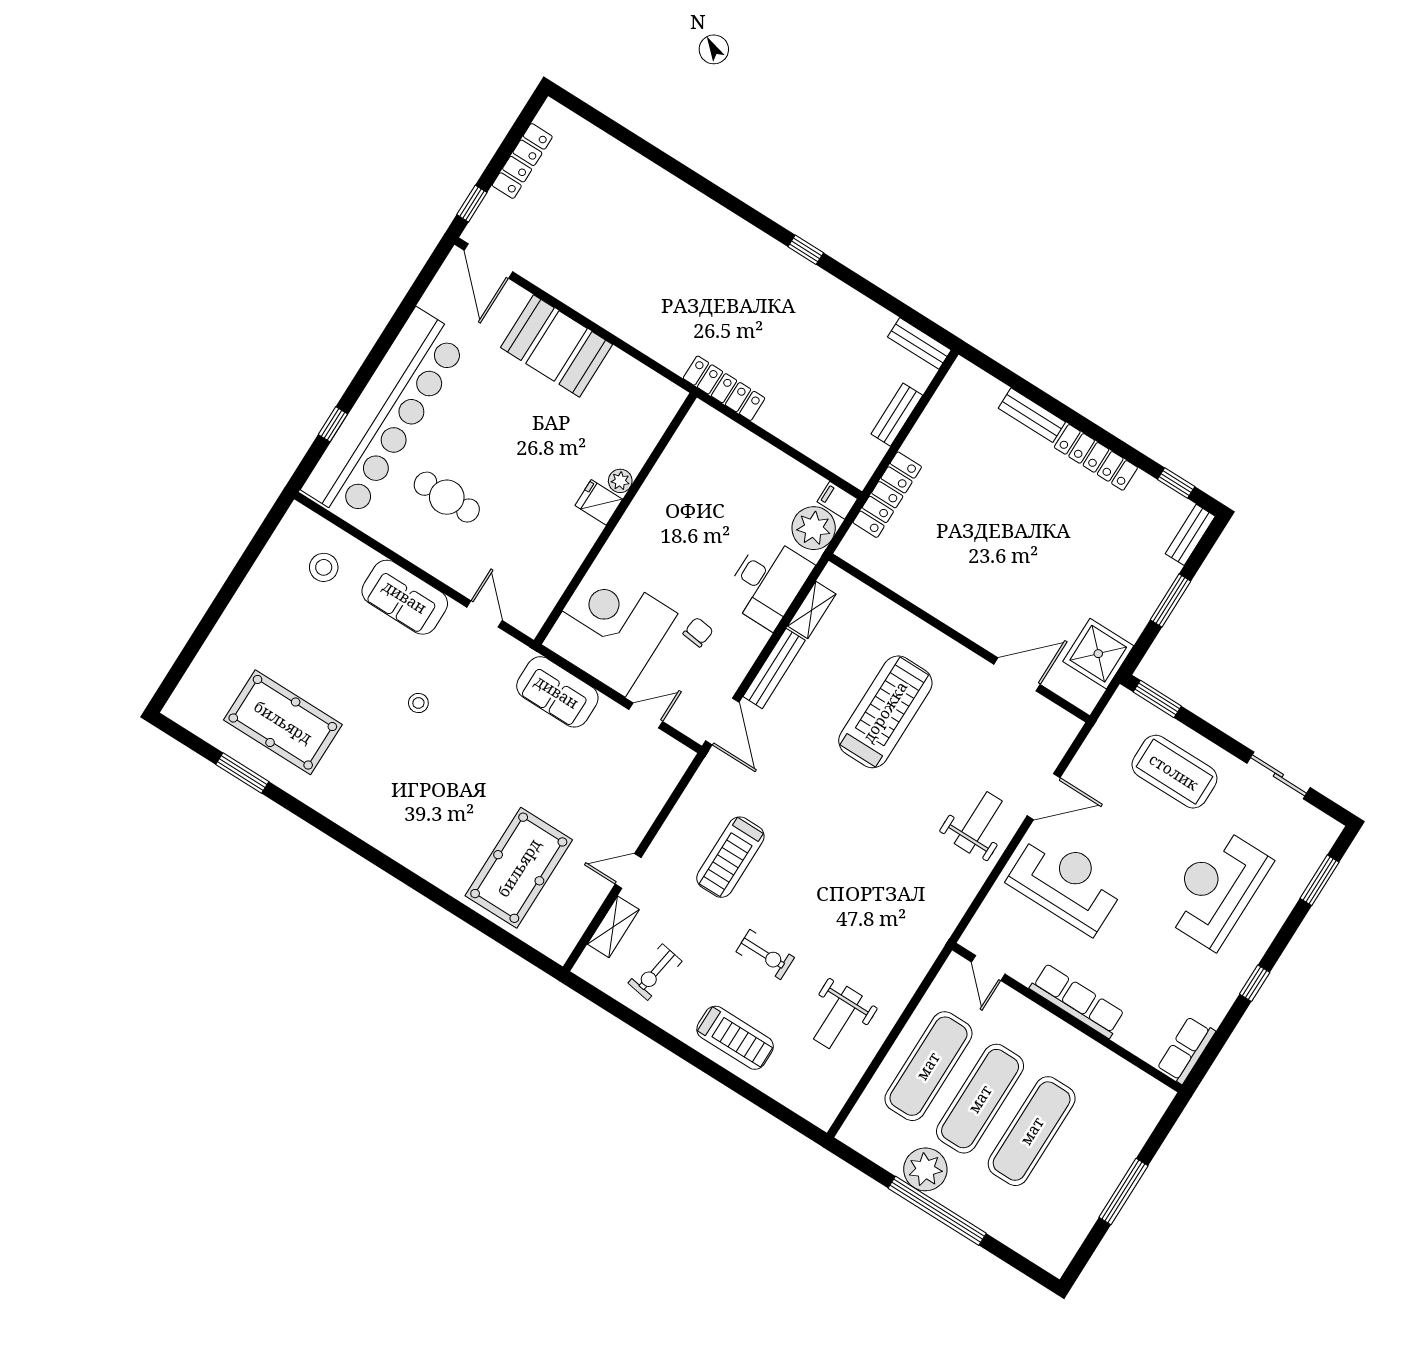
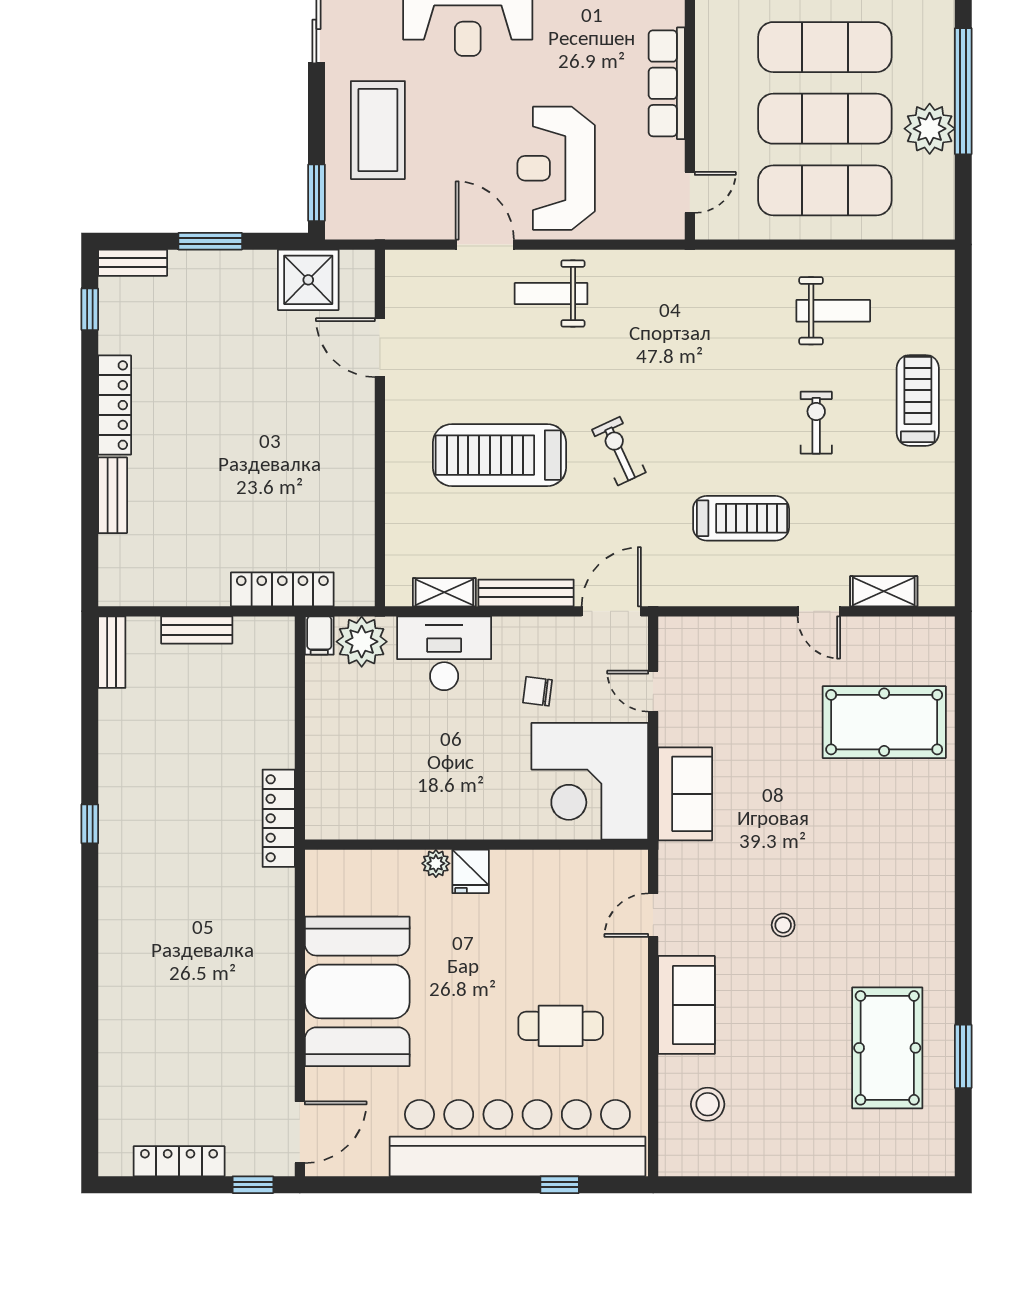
booth: (557, 346) -> (357, 991), width x1.36, depth x1.42
cafe table: (447, 497) -> (561, 1026), turned 90
exercise bike: (655, 972) -> (619, 451), moved, turned -124

